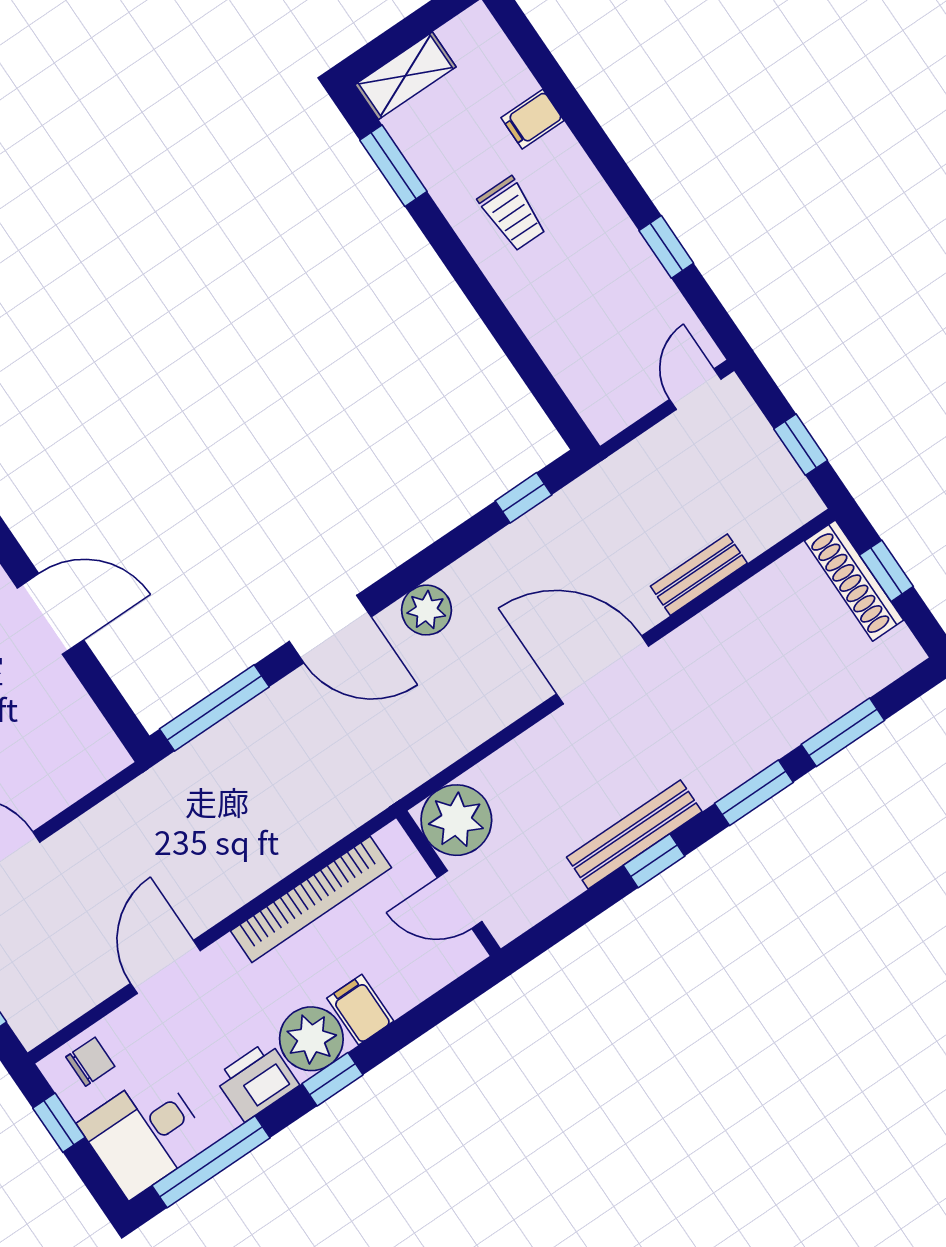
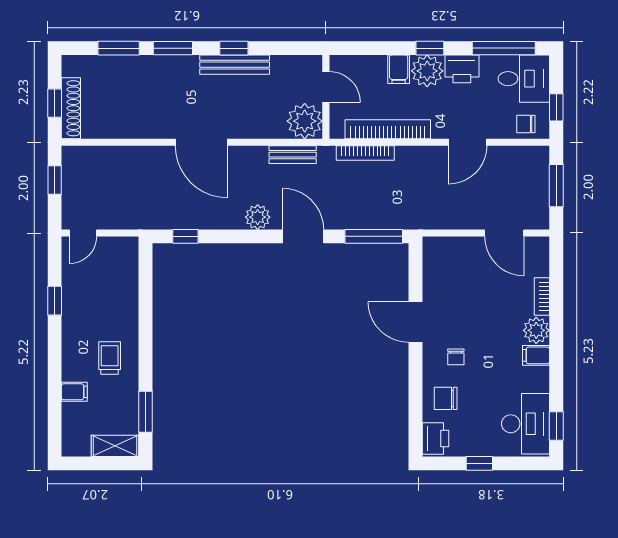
bench: (699, 575) -> (293, 155), moved
bookcase: (321, 835) -> (365, 153), added

